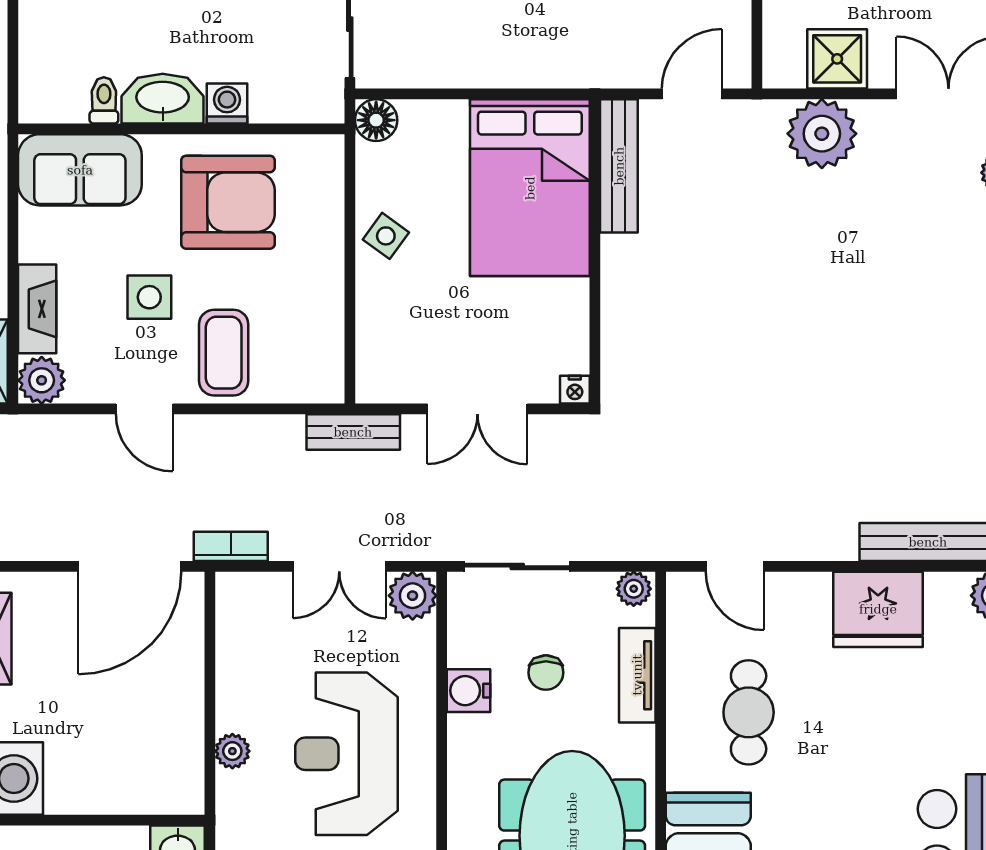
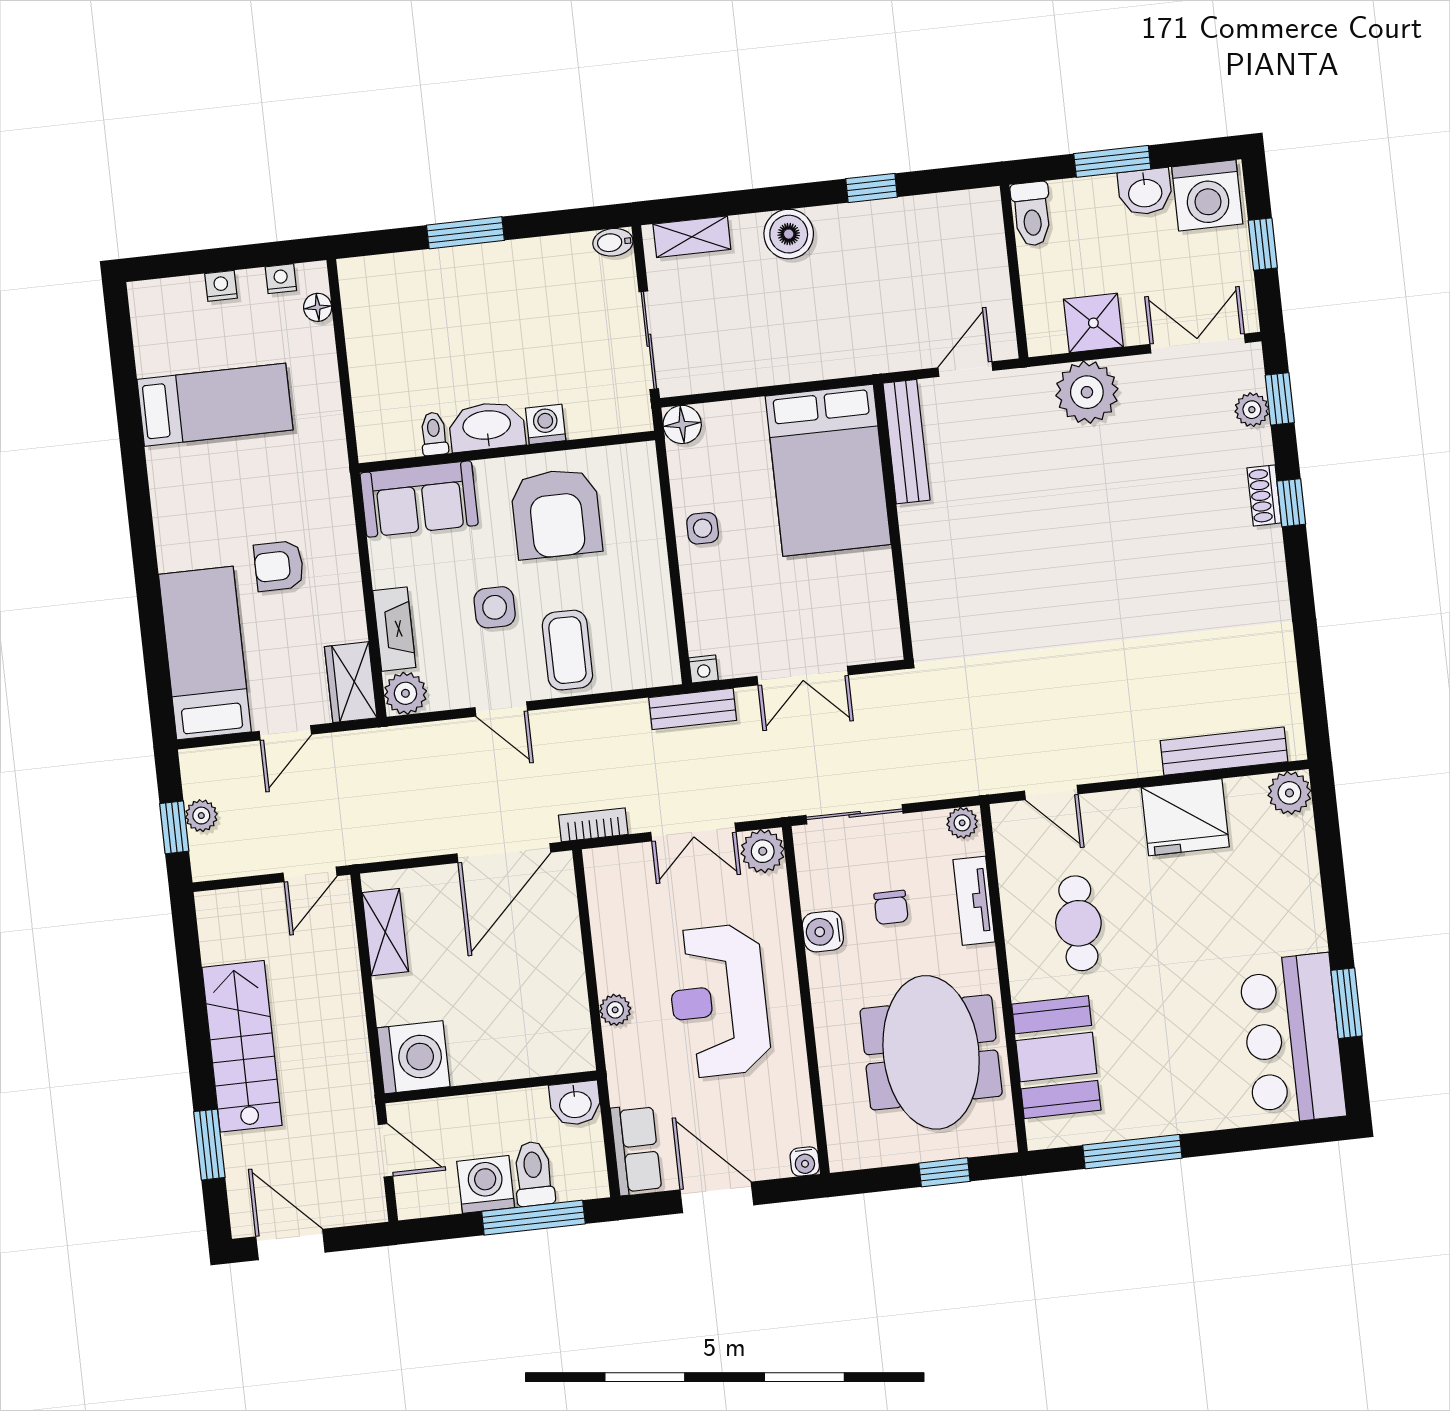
armchair: (228, 202) -> (556, 514), turned 90
side table: (386, 236) -> (703, 528), turned -36
nightstand: (575, 390) -> (704, 669), moved

